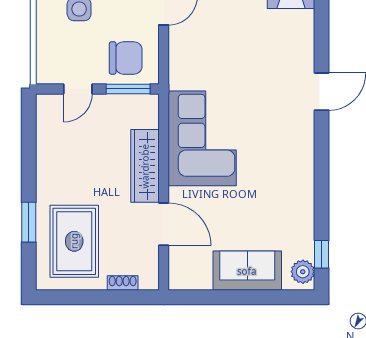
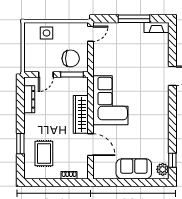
dresser: (46, 137) -> (29, 99), added
rug: (74, 241) -> (44, 154), width x0.73, depth x0.70

